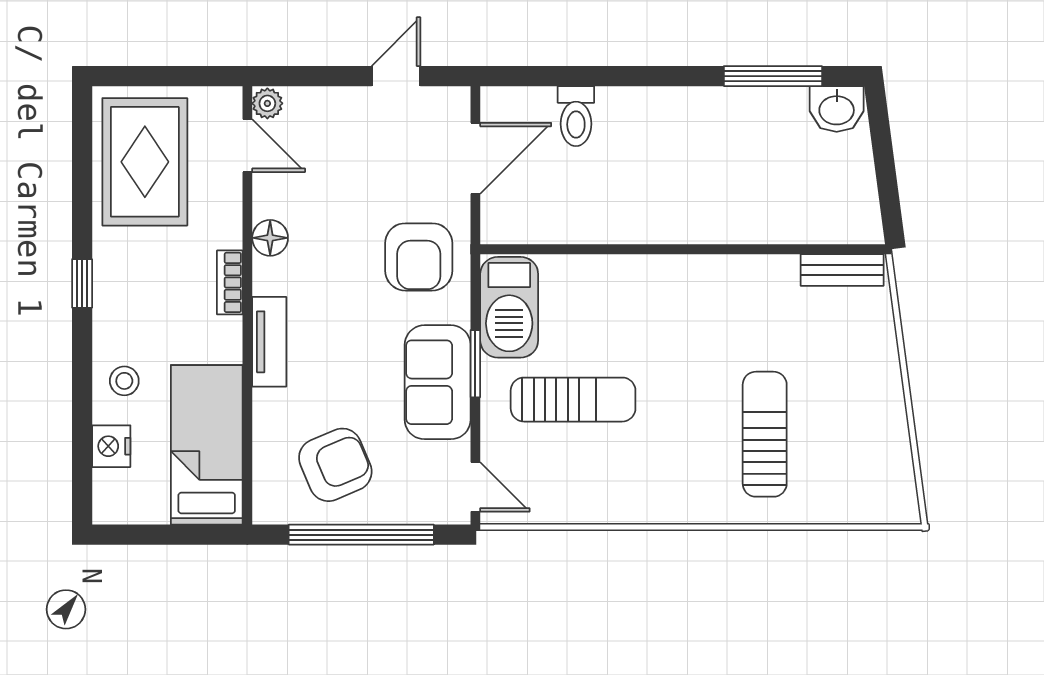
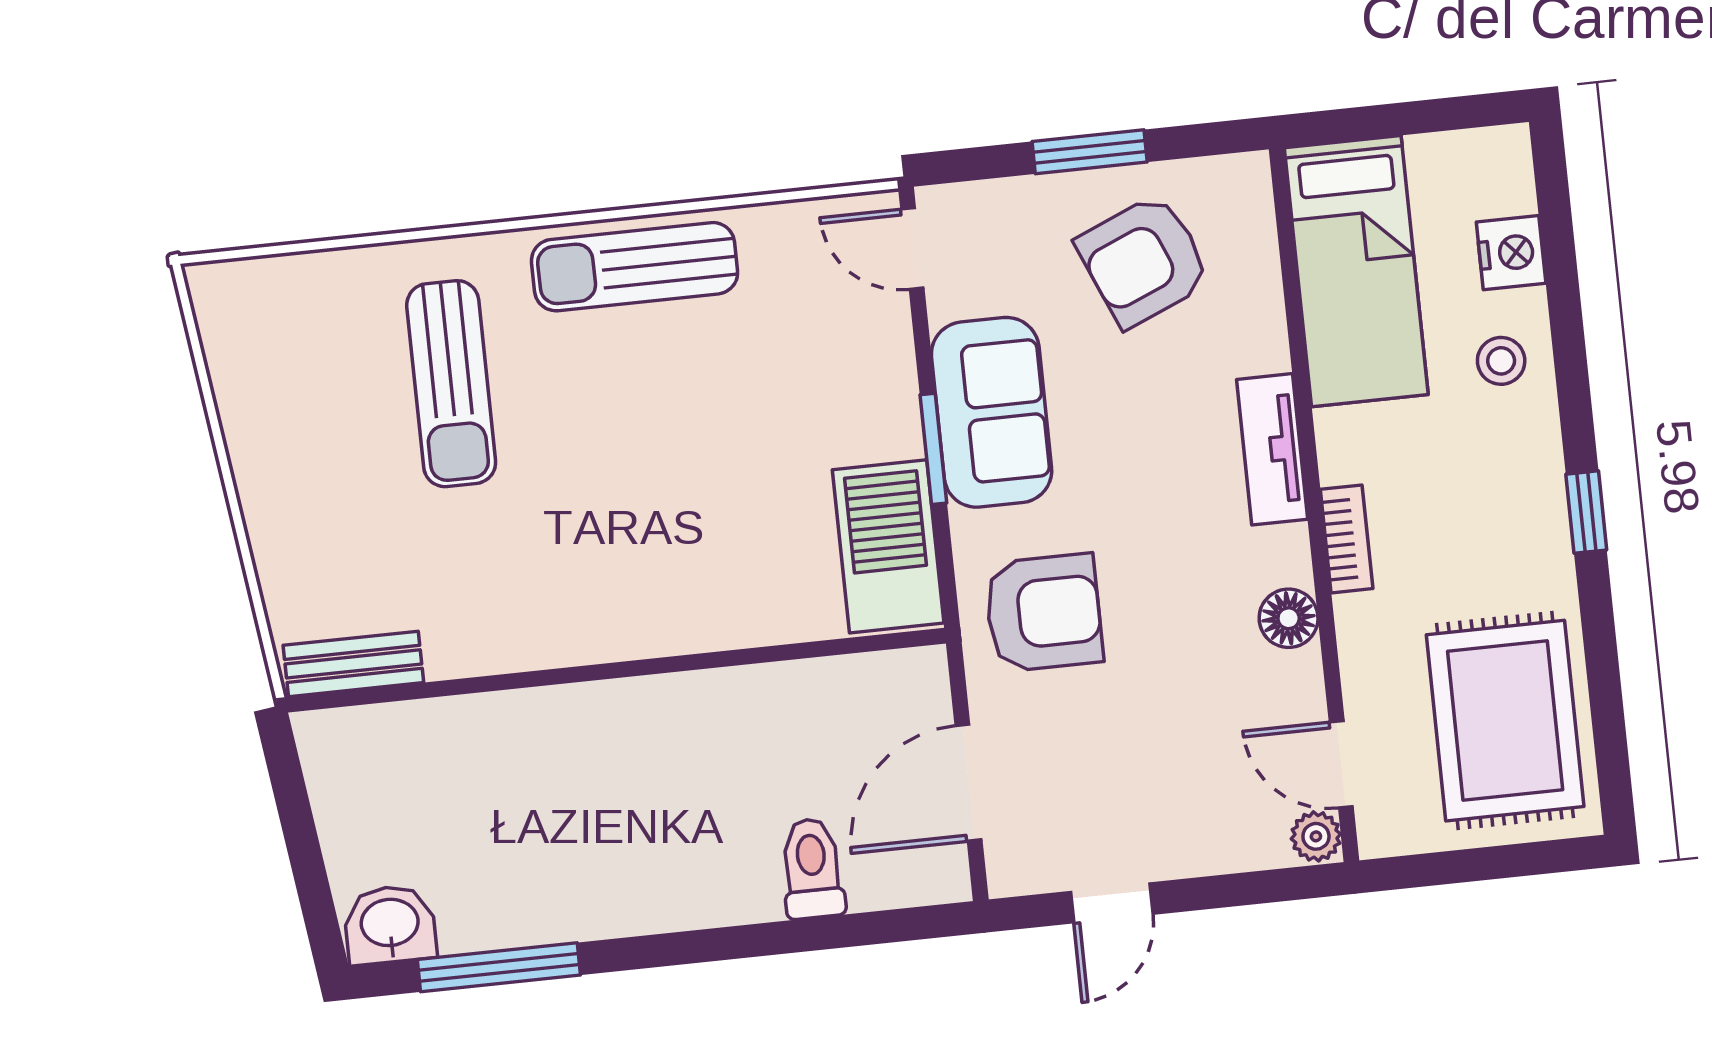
armchair: (419, 257) -> (1044, 613), turned 90
sun lounger: (573, 400) -> (635, 267), moved
window: (361, 535) -> (1090, 152), width x0.47

